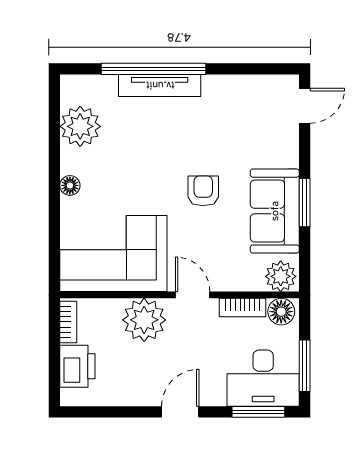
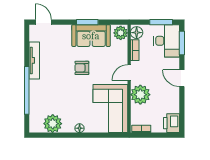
tv unit: (160, 85) -> (34, 60), moved
printer: (77, 366) -> (172, 123), moved, turned -90

